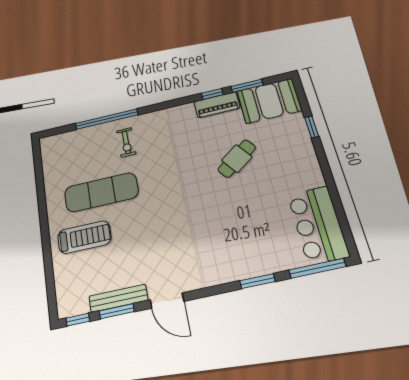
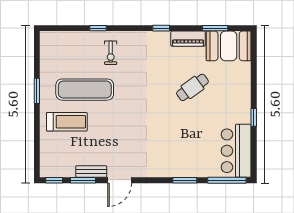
window: (212, 94) -> (161, 28), moved
window: (107, 119) -> (98, 28), width x0.32
window: (312, 127) -> (254, 117), moved
window: (42, 207) -> (37, 91), added
bench: (118, 298) -> (91, 172), width x0.73
door: (167, 301) -> (120, 180), hinge flipped

